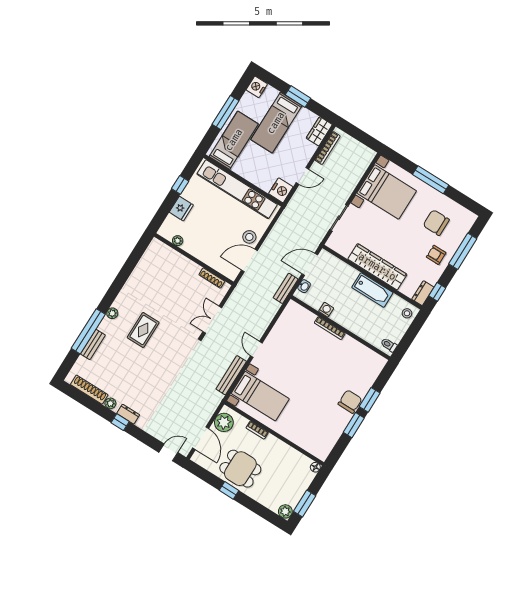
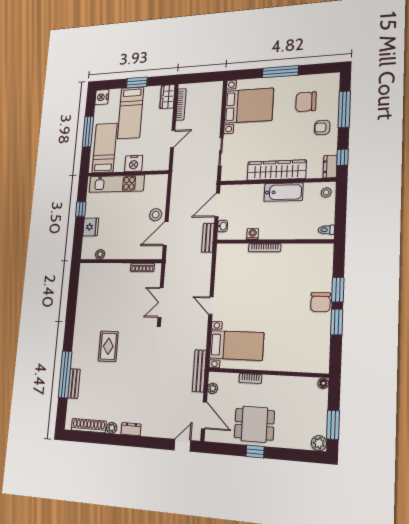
kitchen unit: (237, 189) -> (117, 184), width x0.73
nightstand: (281, 190) -> (134, 163), moved, turned 90
plant: (112, 313) -> (77, 347), removed
bench: (231, 375) -> (199, 371), moved
chair: (350, 402) -> (321, 302), turned 180
window: (120, 422) -> (128, 441), removed
plant: (224, 422) -> (213, 388), width x0.53, depth x0.53

